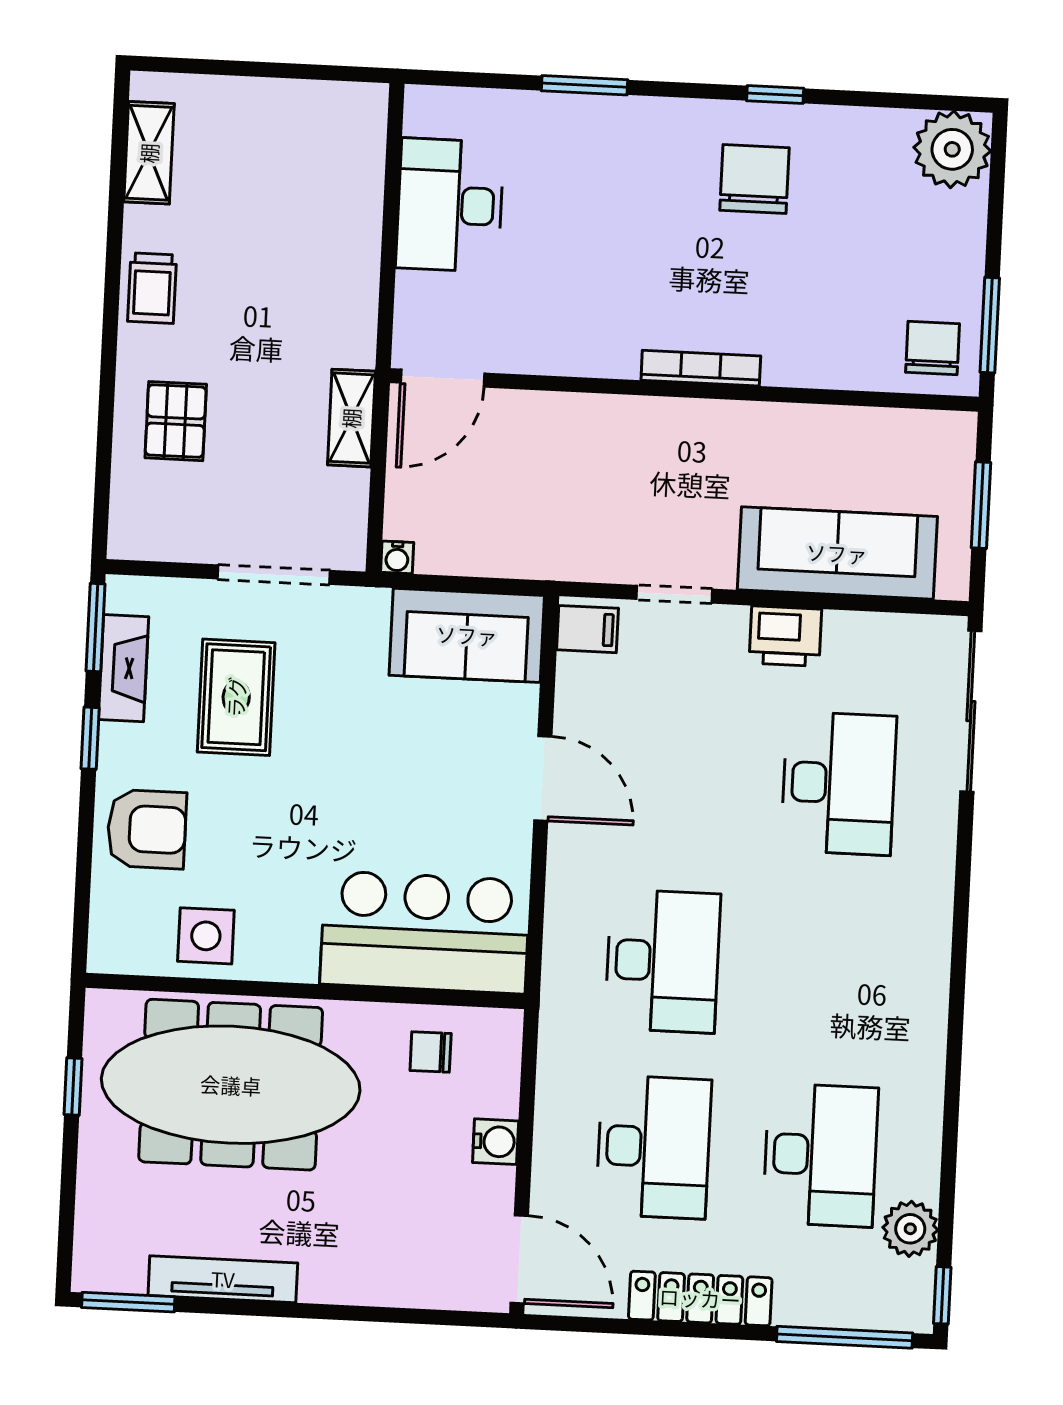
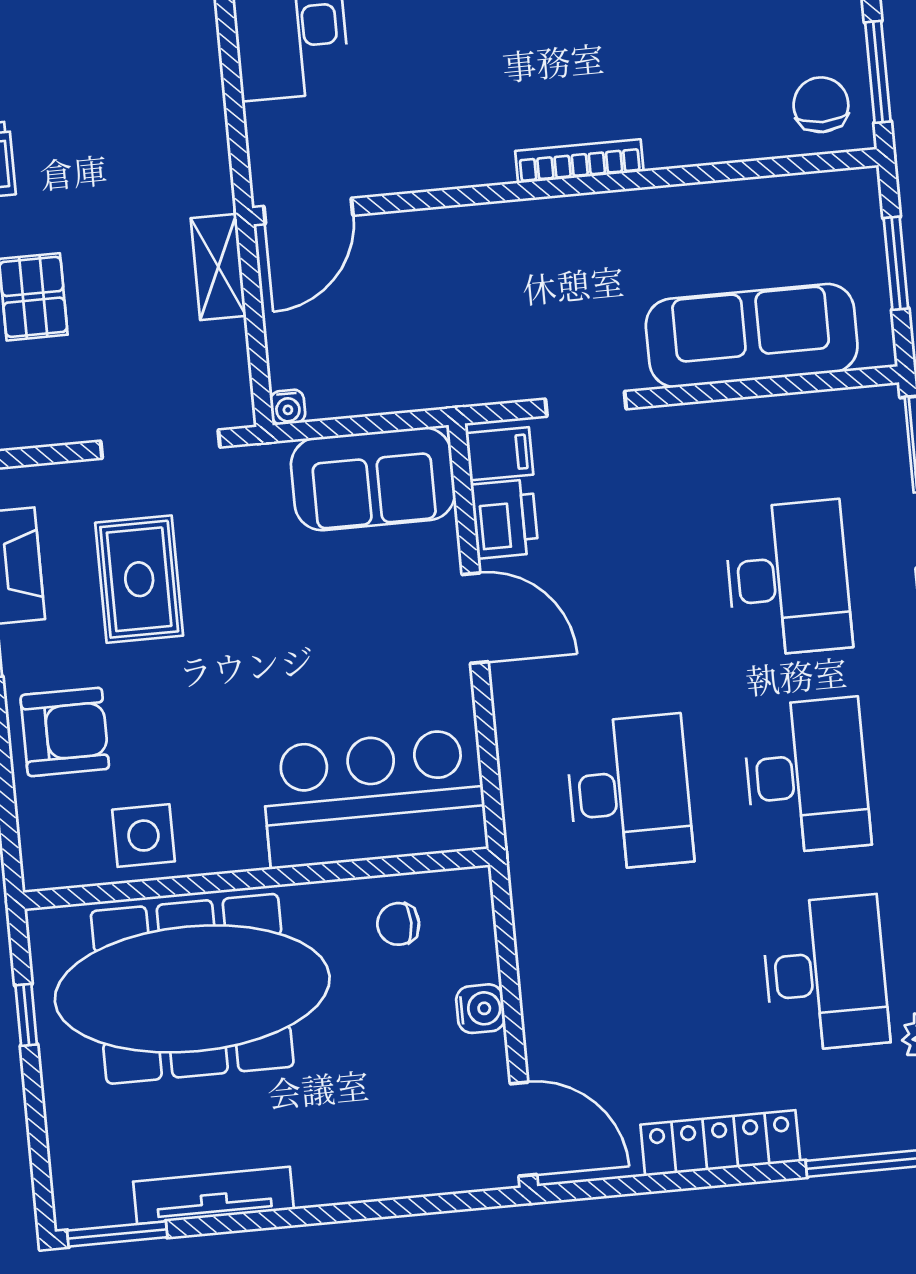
printer: (785, 636) -> (505, 519), moved, turned -90
desk: (654, 1147) -> (807, 776), moved

